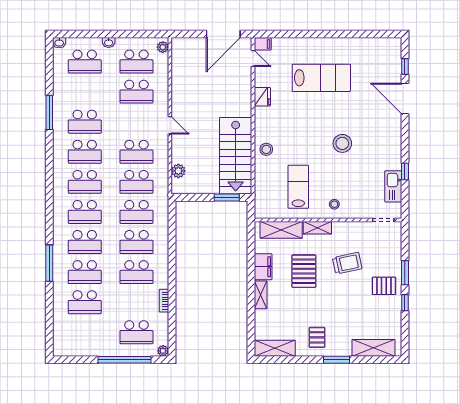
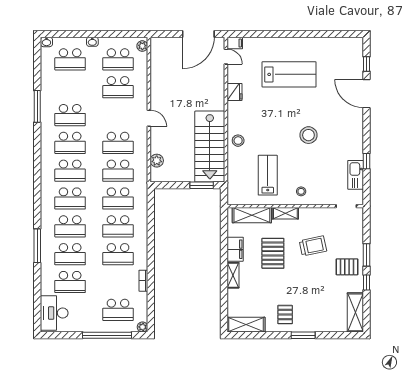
desk: (67, 336) -> (54, 313), added
shelving: (373, 348) -> (355, 312), moved, turned 90

